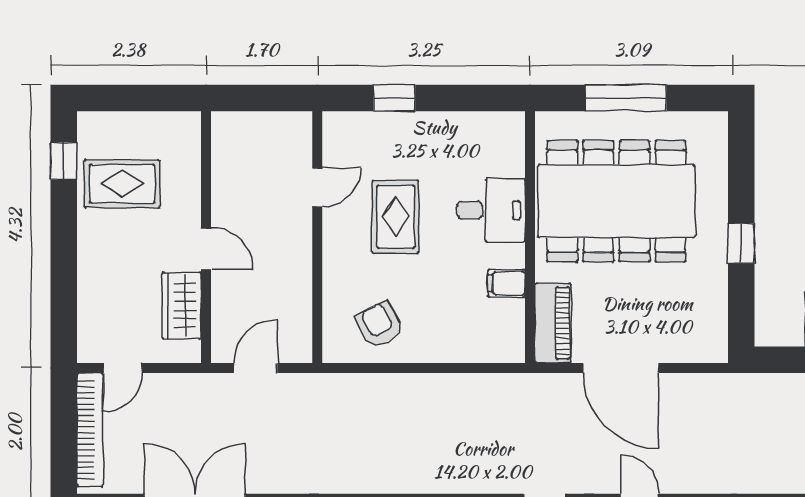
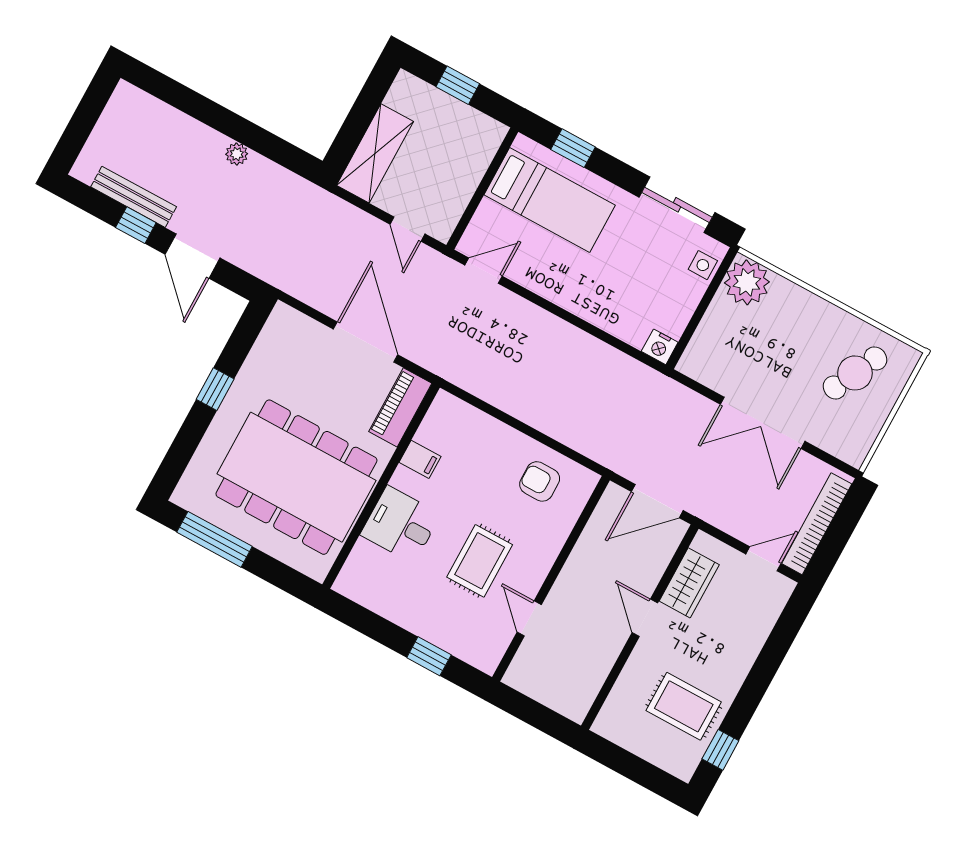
window: (626, 98) -> (215, 539), moved
door: (317, 187) -> (529, 618), hinge flipped
armchair: (379, 325) -> (540, 481), turned 118
door: (256, 368) -> (657, 501), width x1.38

